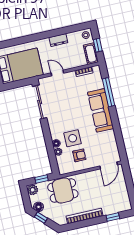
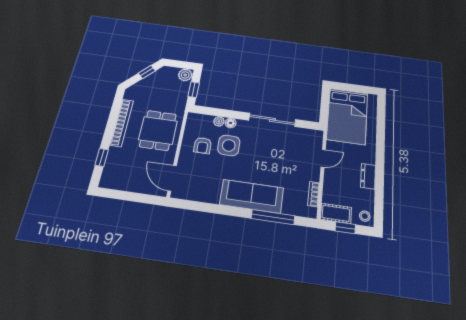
sliding door: (40, 102) -> (272, 120), moved
dining table: (63, 191) -> (158, 130), moved
floor lamp: (39, 207) -> (161, 74), removed

